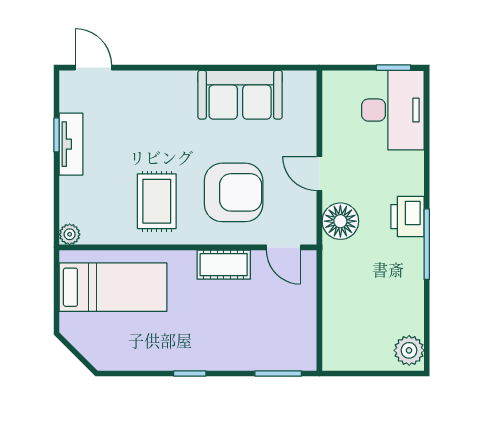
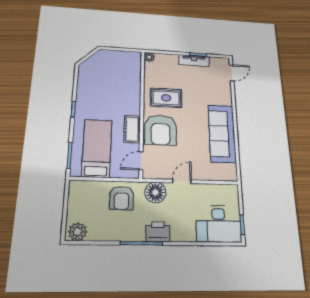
sofa: (240, 95) -> (222, 134), width x1.36
armchair: (234, 192) -> (161, 130), moved
armchair: (352, 280) -> (122, 198), added
bed: (113, 287) -> (97, 148), moved, turned 180

